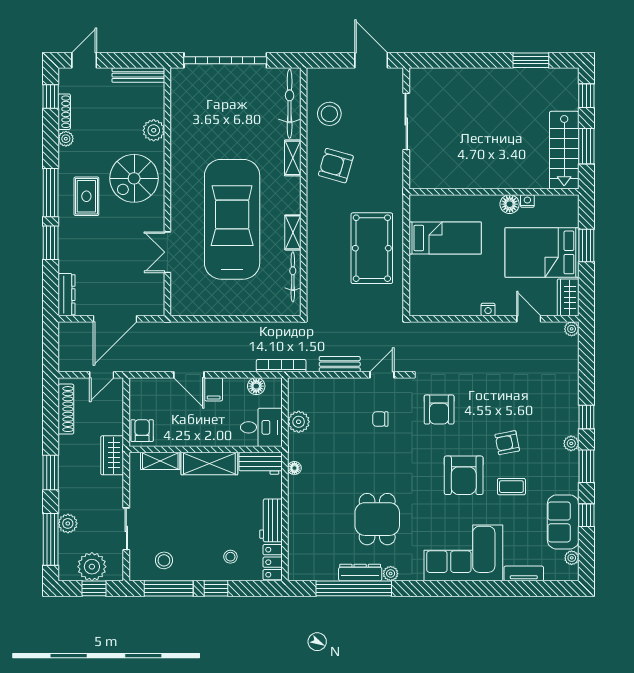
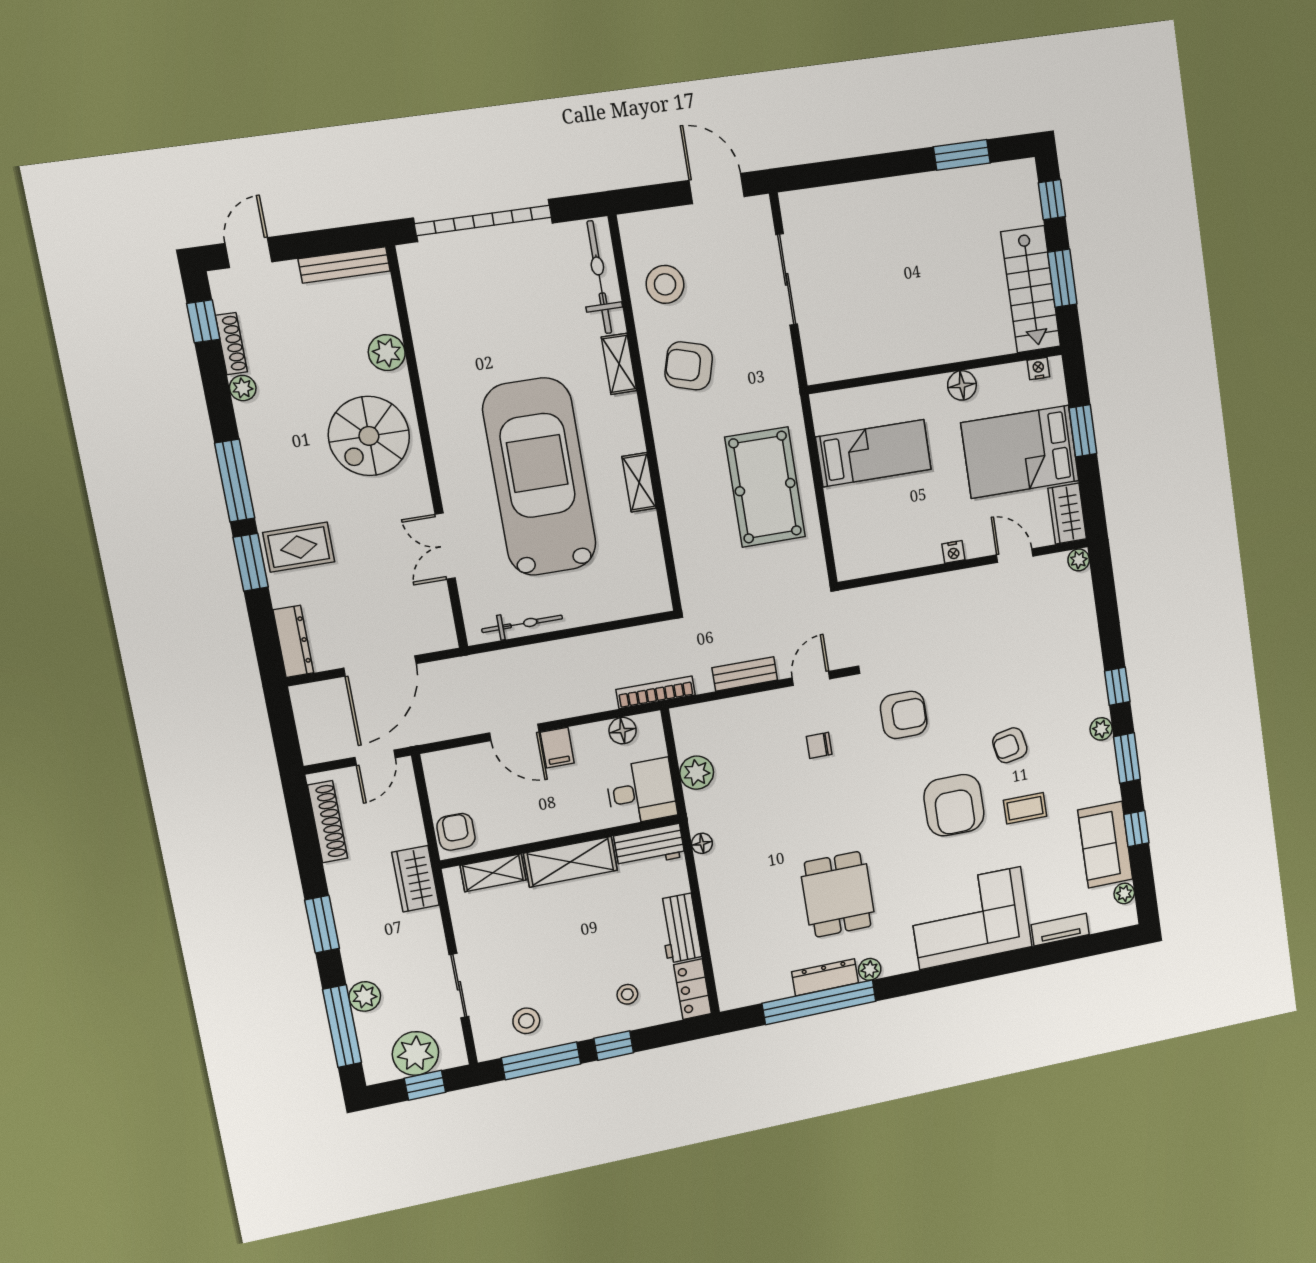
rug: (86, 196) -> (299, 547), moved, turned 90
nightstand: (527, 201) -> (1038, 369), moved
bicycle: (293, 277) -> (522, 624), moved, turned 90
armchair: (439, 409) -> (904, 715), turned -90

